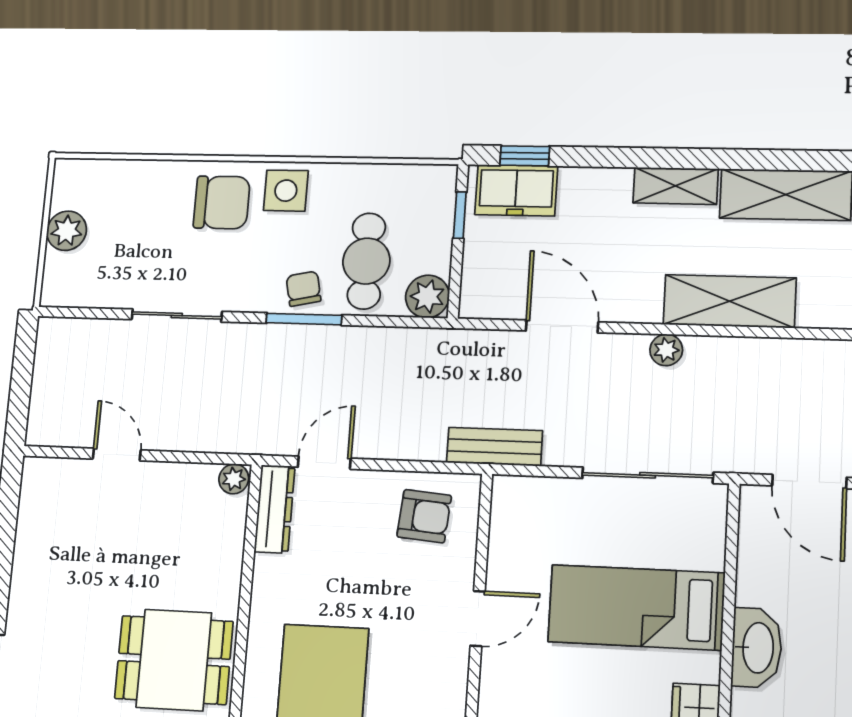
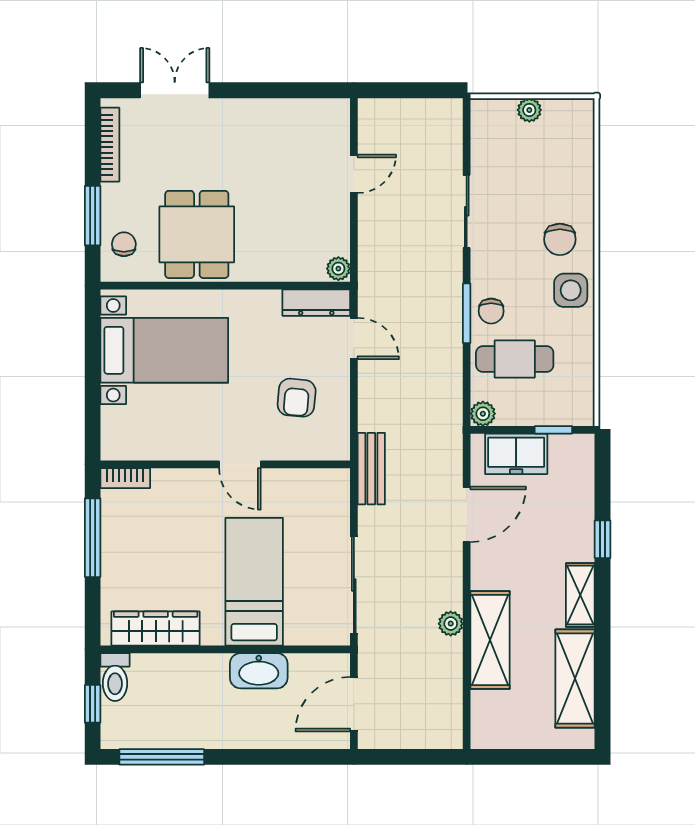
window: (525, 156) -> (602, 539), moved
freezer: (516, 190) -> (516, 454), moved, turned -90
chair: (222, 202) -> (560, 239), width x0.73, depth x0.73
plant: (67, 231) -> (529, 110), width x0.73, depth x0.73
chair: (304, 289) -> (491, 311), turned 102
plant: (427, 296) -> (483, 414), width x0.73, depth x0.73
plant: (666, 350) -> (451, 624), moved
armchair: (424, 516) -> (297, 398), moved
washbasin: (757, 648) -> (259, 671), moved

